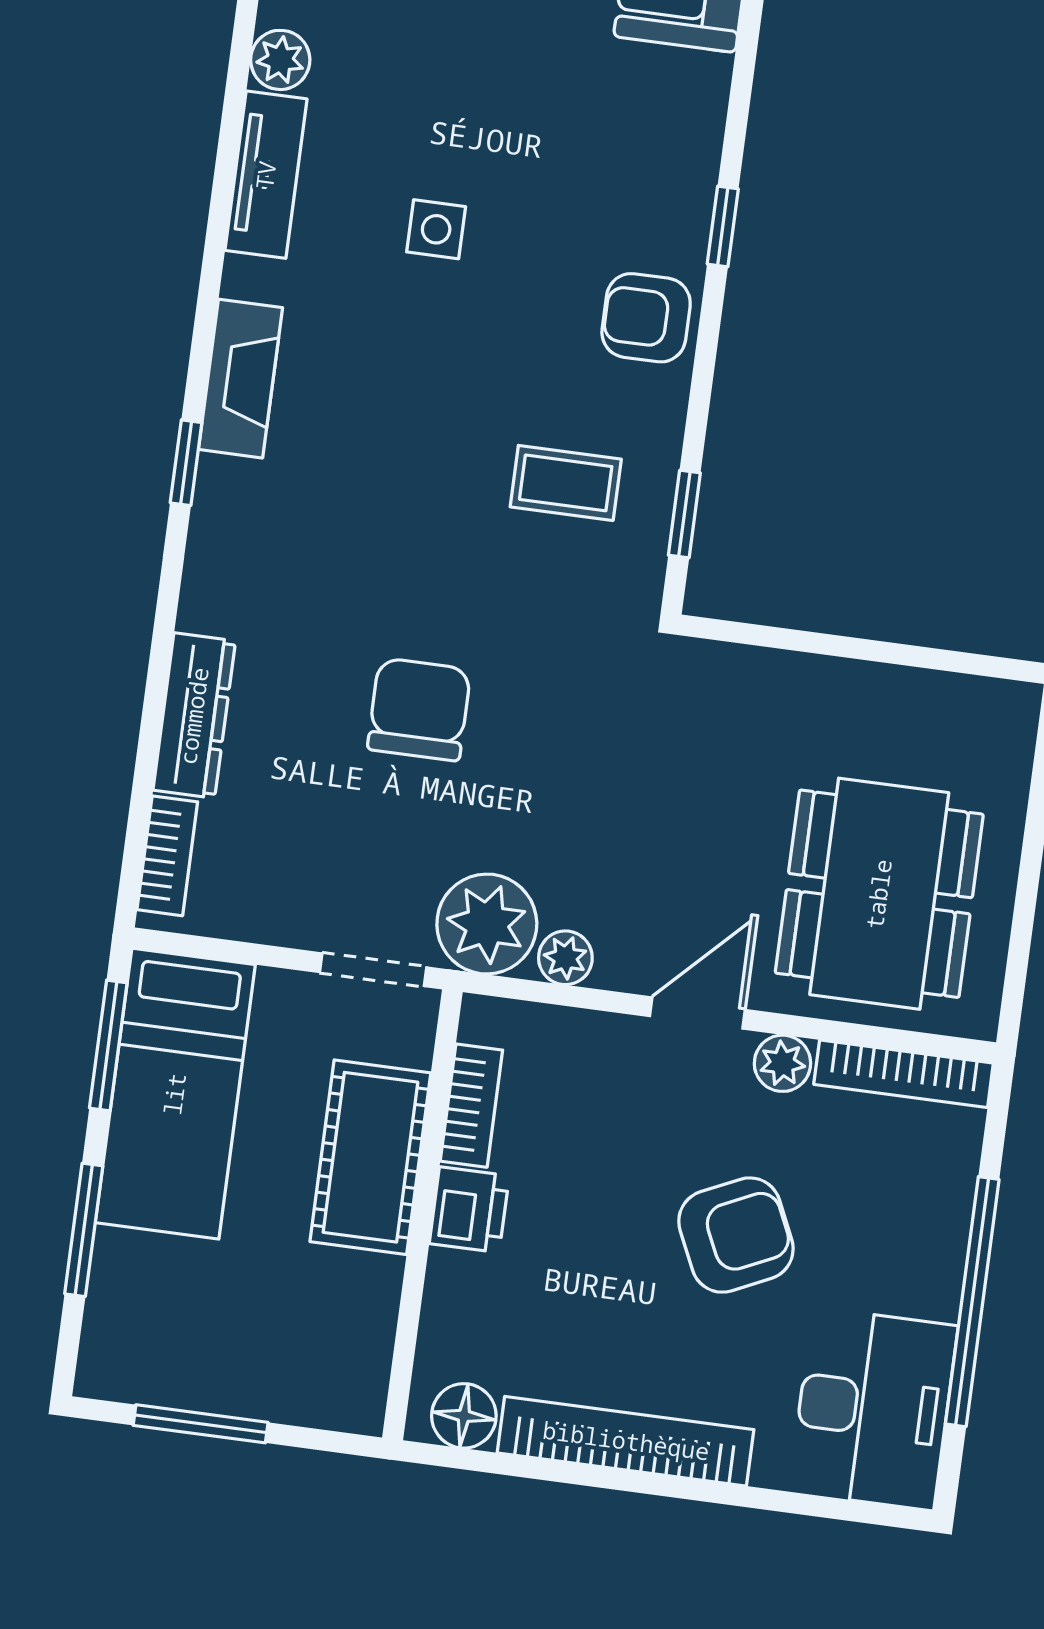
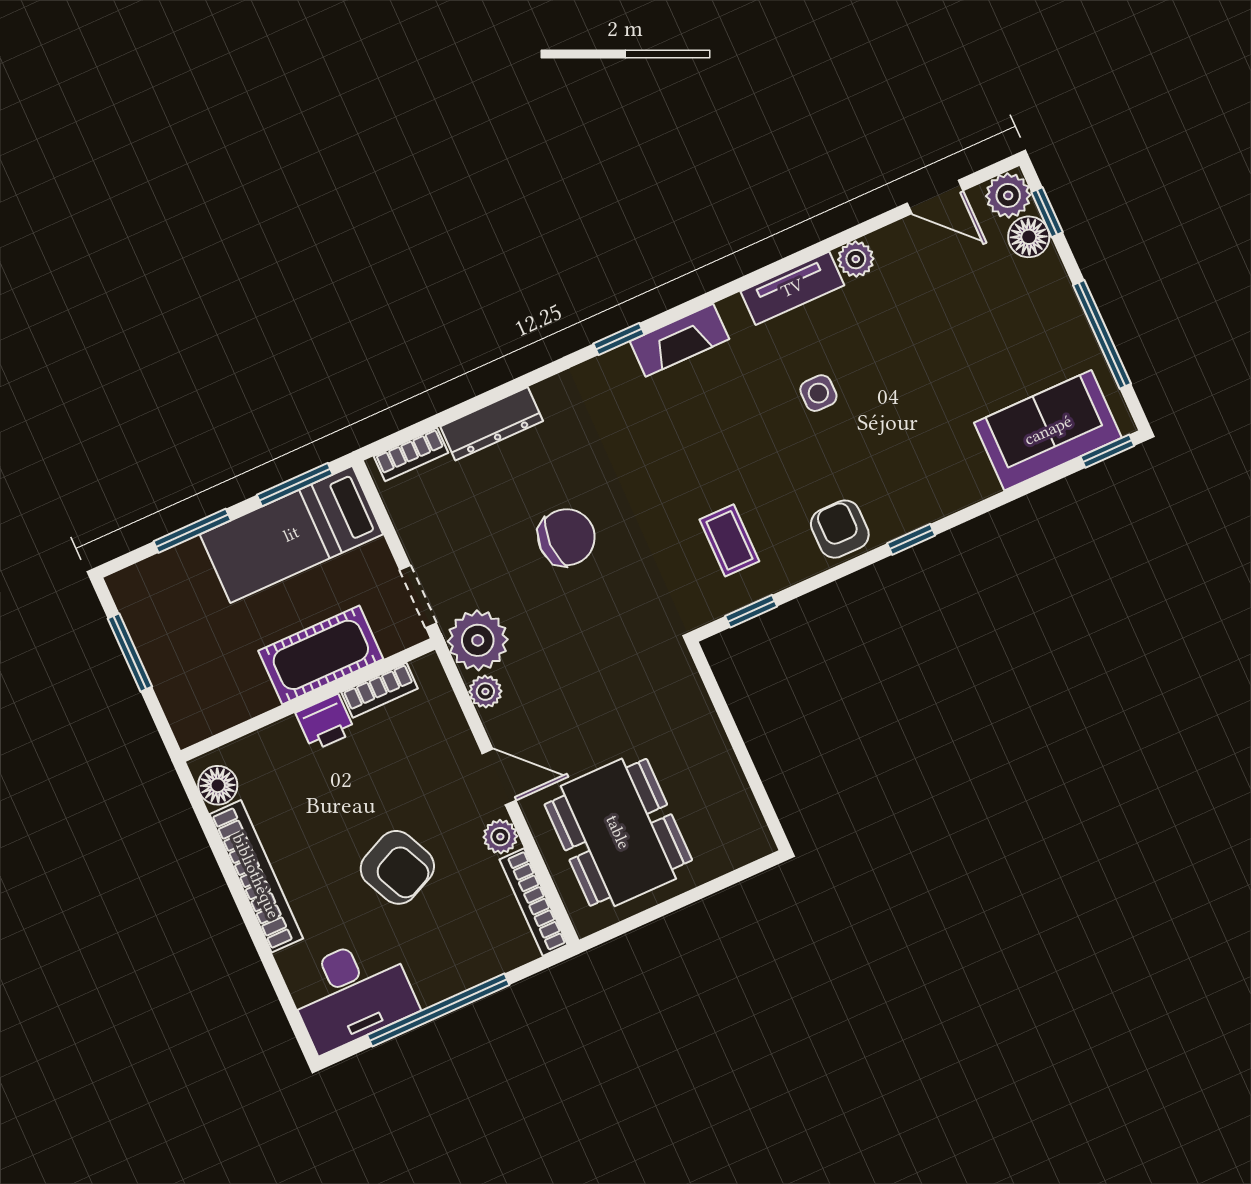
dining table: (879, 894) -> (618, 832), turned 90

